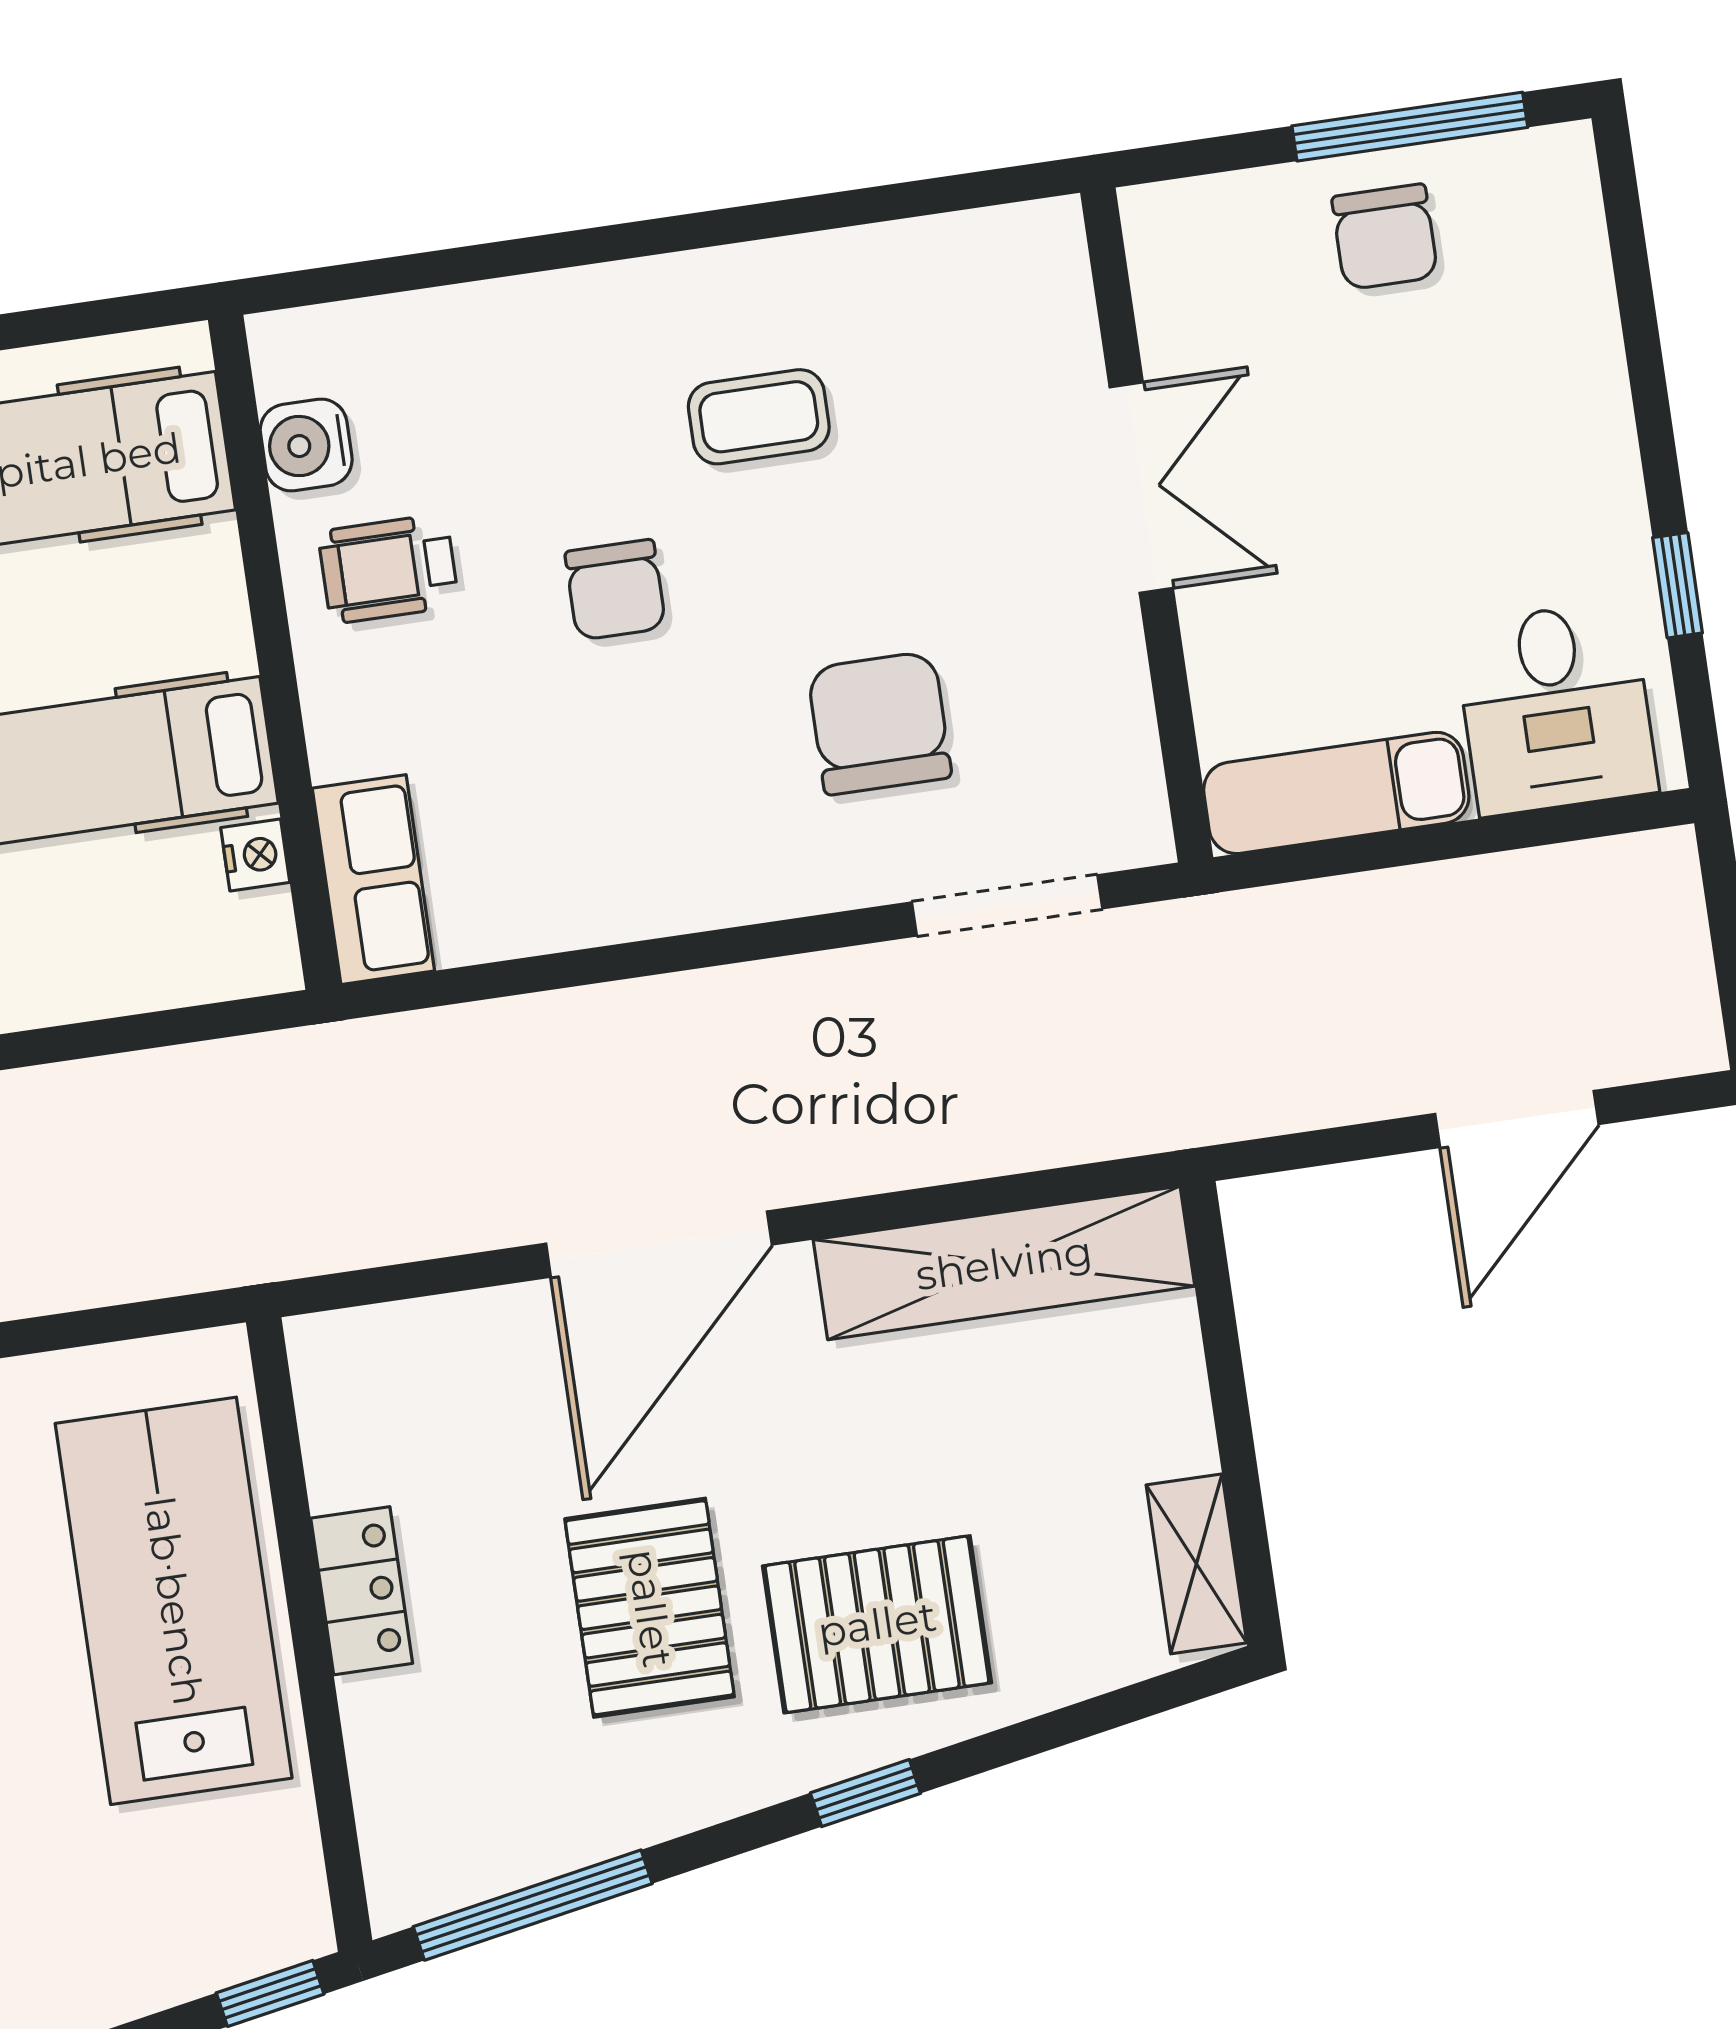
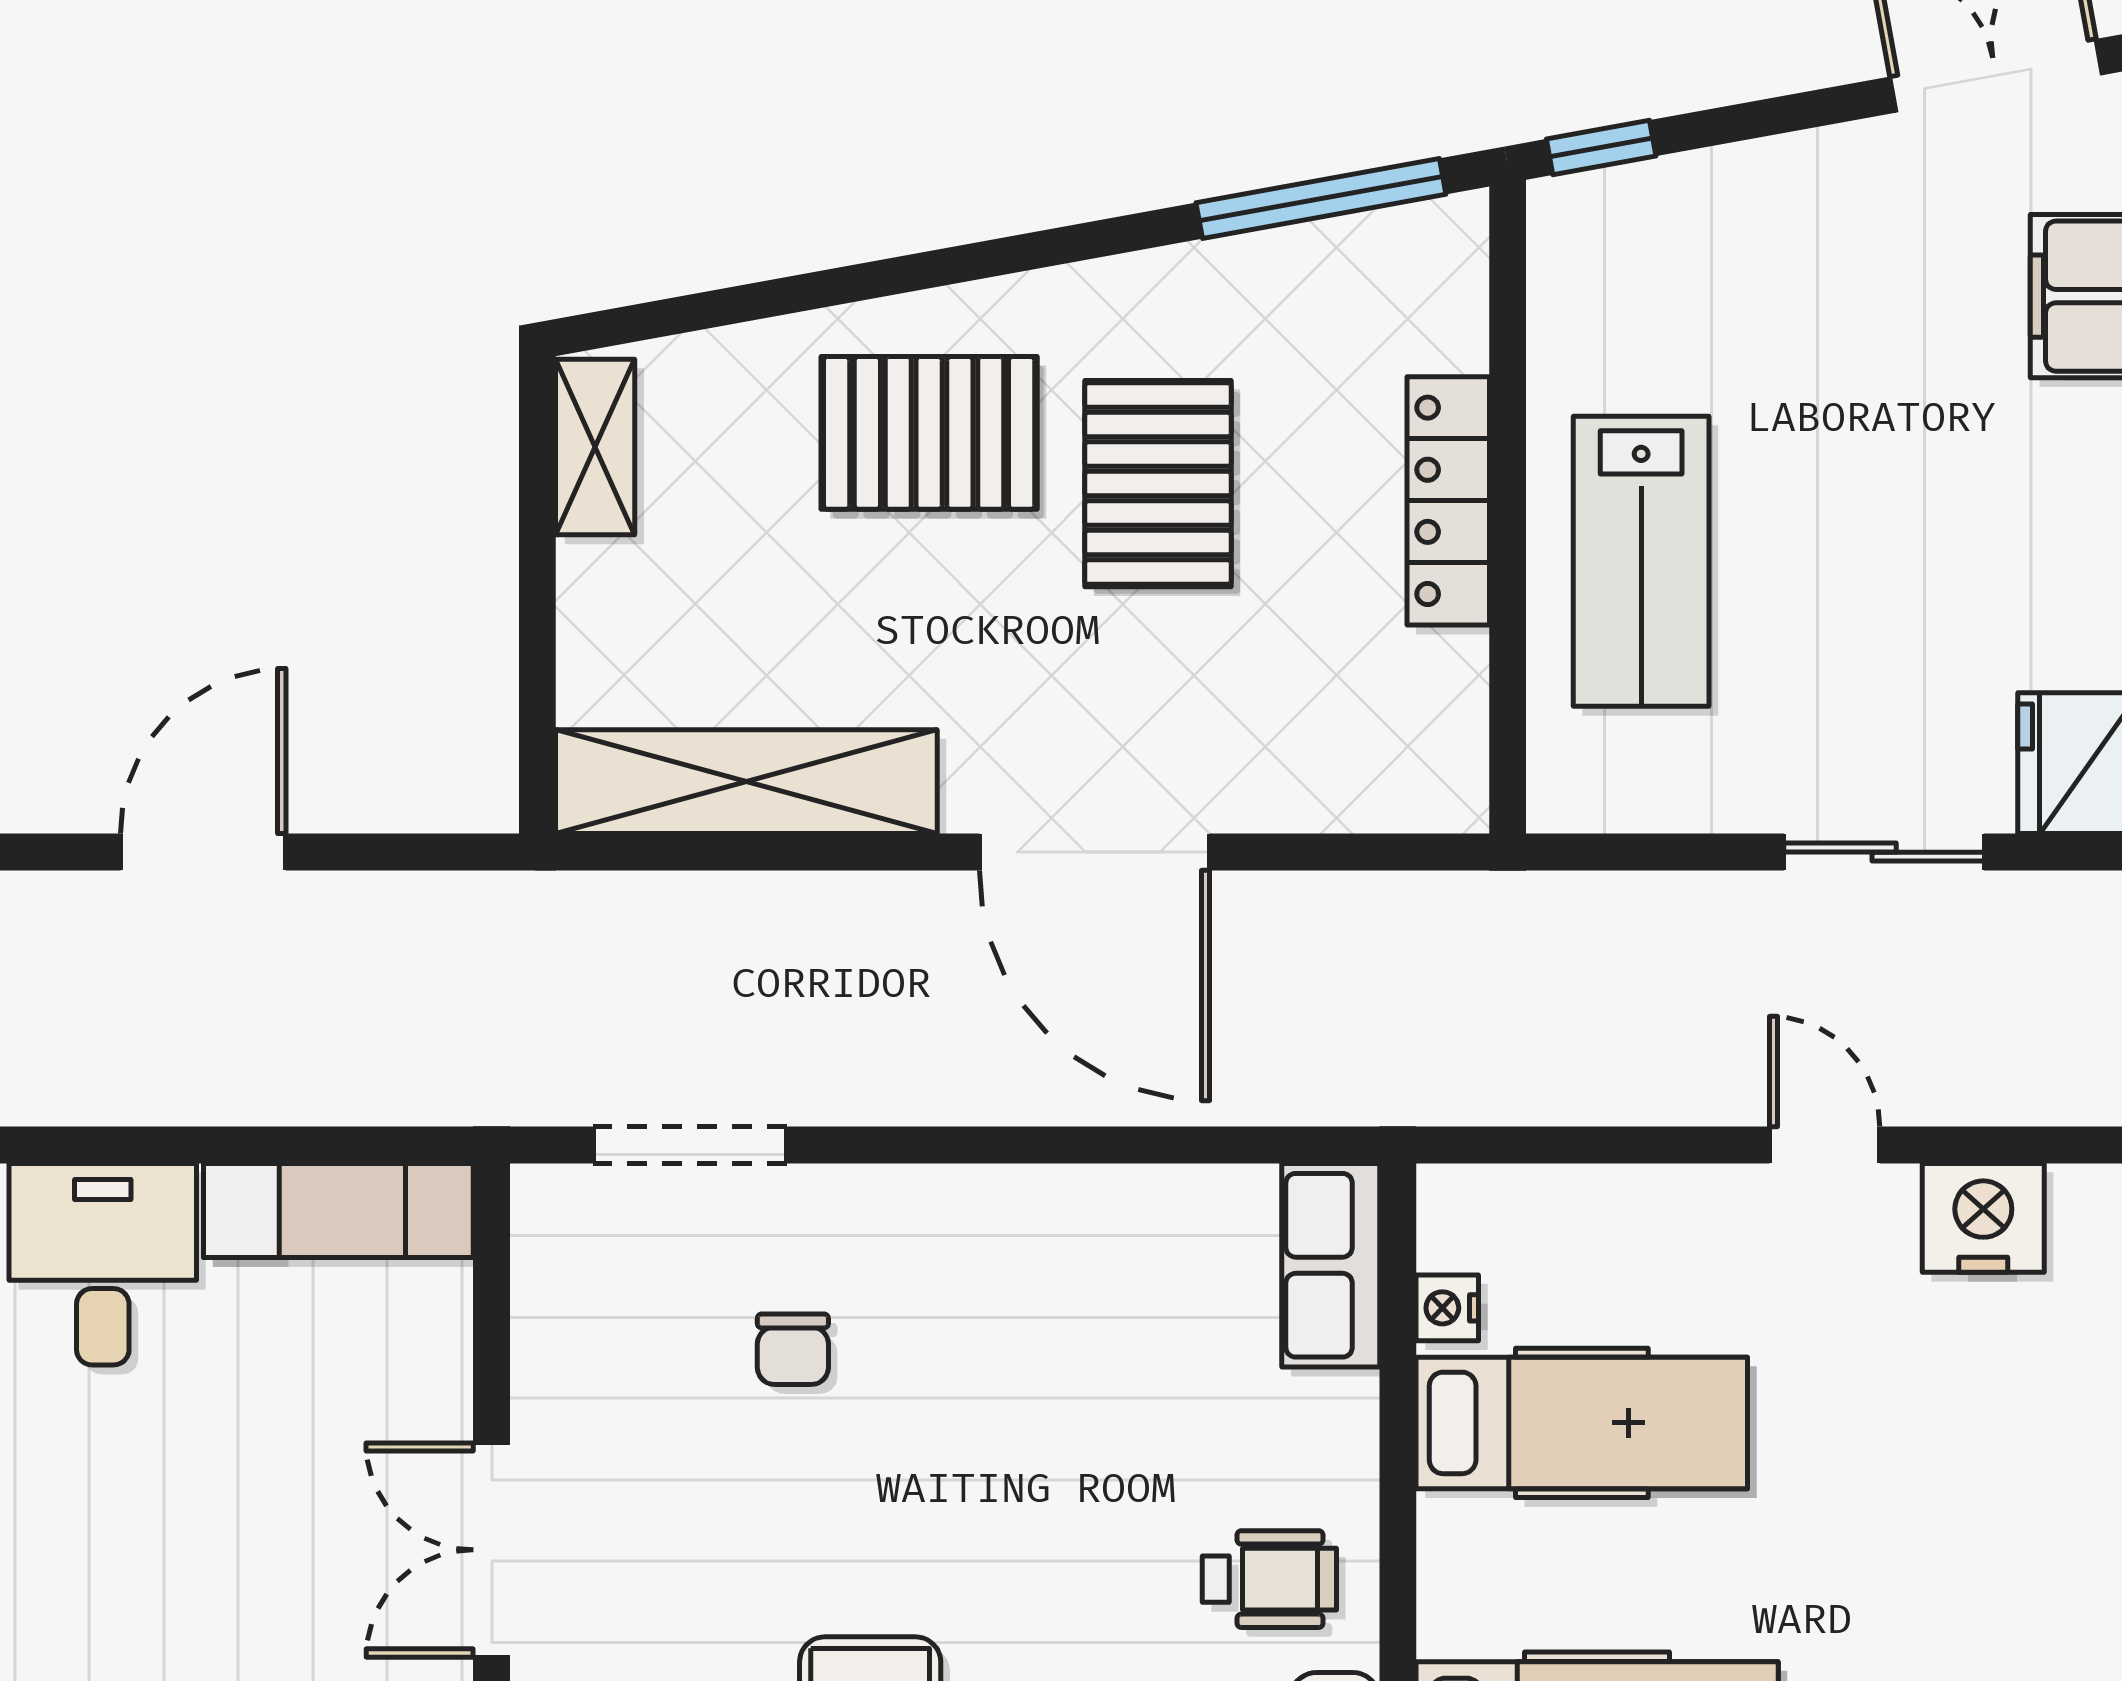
chair: (615, 590) -> (1042, 1524), removed
chair: (879, 723) -> (793, 1349), width x0.54, depth x0.54
door: (659, 1244) -> (1094, 852), swing flipped
locker: (362, 1591) -> (1448, 501), width x1.53
lab bench: (174, 1601) -> (1641, 561), width x0.73, depth x0.72
window: (865, 1793) -> (966, 263), removed

